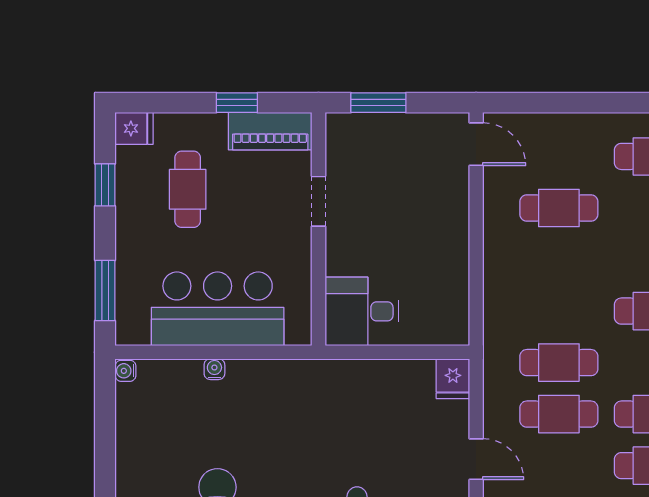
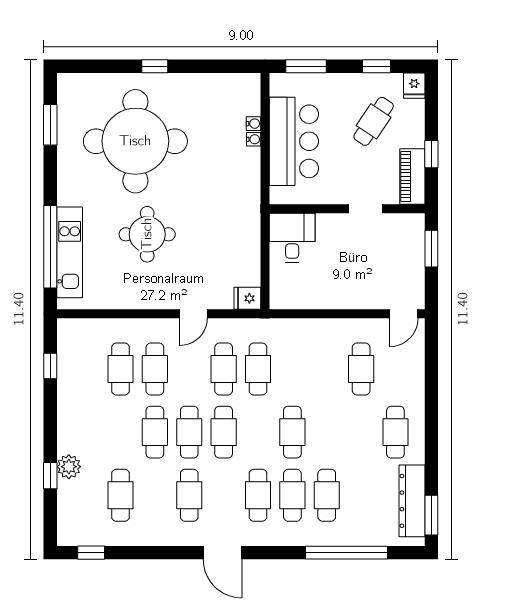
cafe table: (188, 189) -> (374, 121), turned -56
water cooler: (125, 371) -> (253, 124), moved, turned 90

